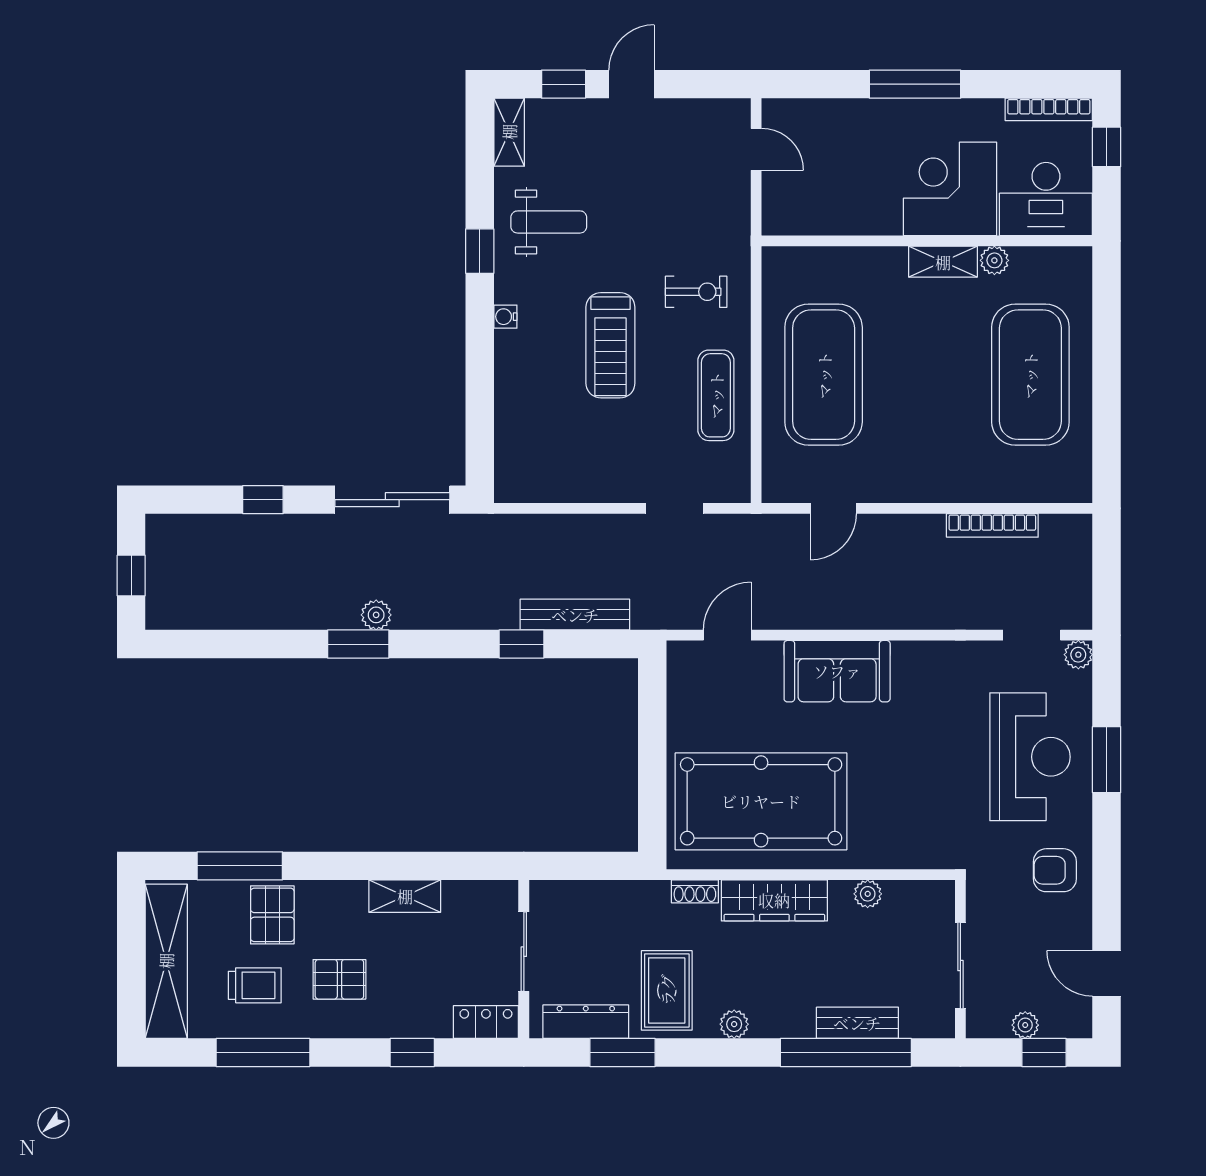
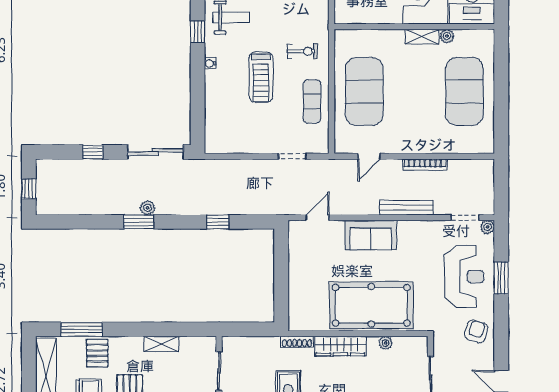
bookcase: (992, 525) -> (425, 164), moved
bench: (575, 615) -> (406, 208), moved
pool table: (761, 801) -> (371, 305), moved
armchair: (1055, 870) -> (476, 331), turned 106
shoe rack: (695, 891) -> (297, 342), width x1.43

